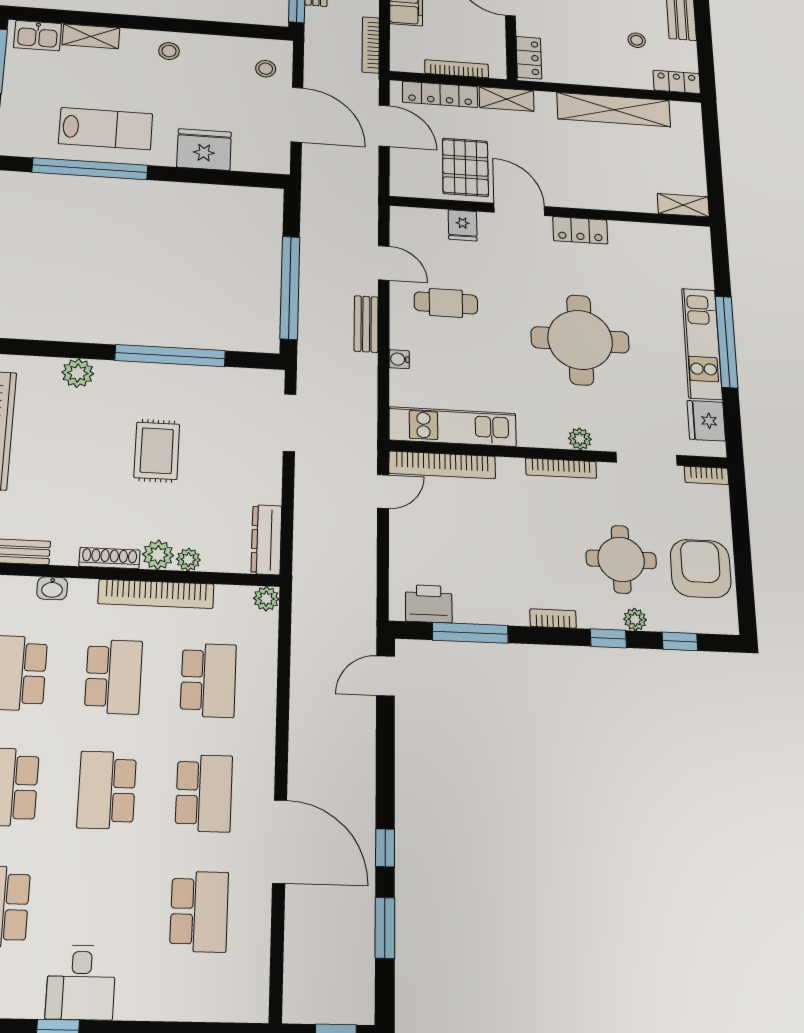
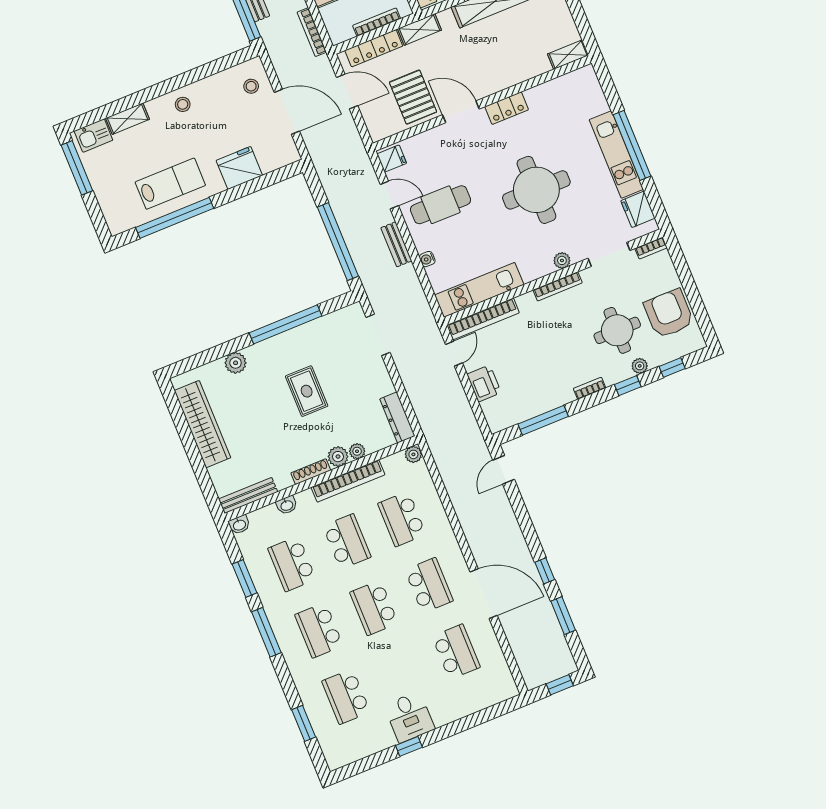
fridge: (463, 225) -> (392, 159), moved, turned -90
cafe table: (446, 303) -> (440, 205), width x1.37, depth x1.35
printer: (429, 604) -> (484, 383), moved, turned 90
school desk: (208, 680) -> (402, 519), turned 180

